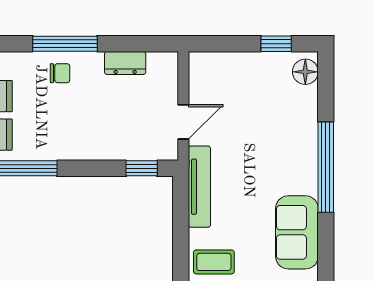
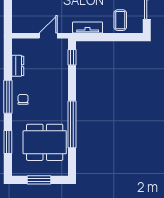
door: (183, 122) -> (48, 36), hinge flipped
tv unit: (199, 187) -> (88, 28), width x0.71

